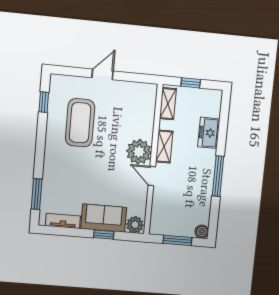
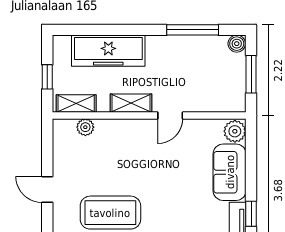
freezer: (209, 133) -> (108, 51), width x1.91, depth x1.26
plant: (139, 152) -> (85, 127), moved, width x0.53, depth x0.53
window: (218, 176) -> (193, 30), moved
window: (104, 235) -> (251, 214), moved

